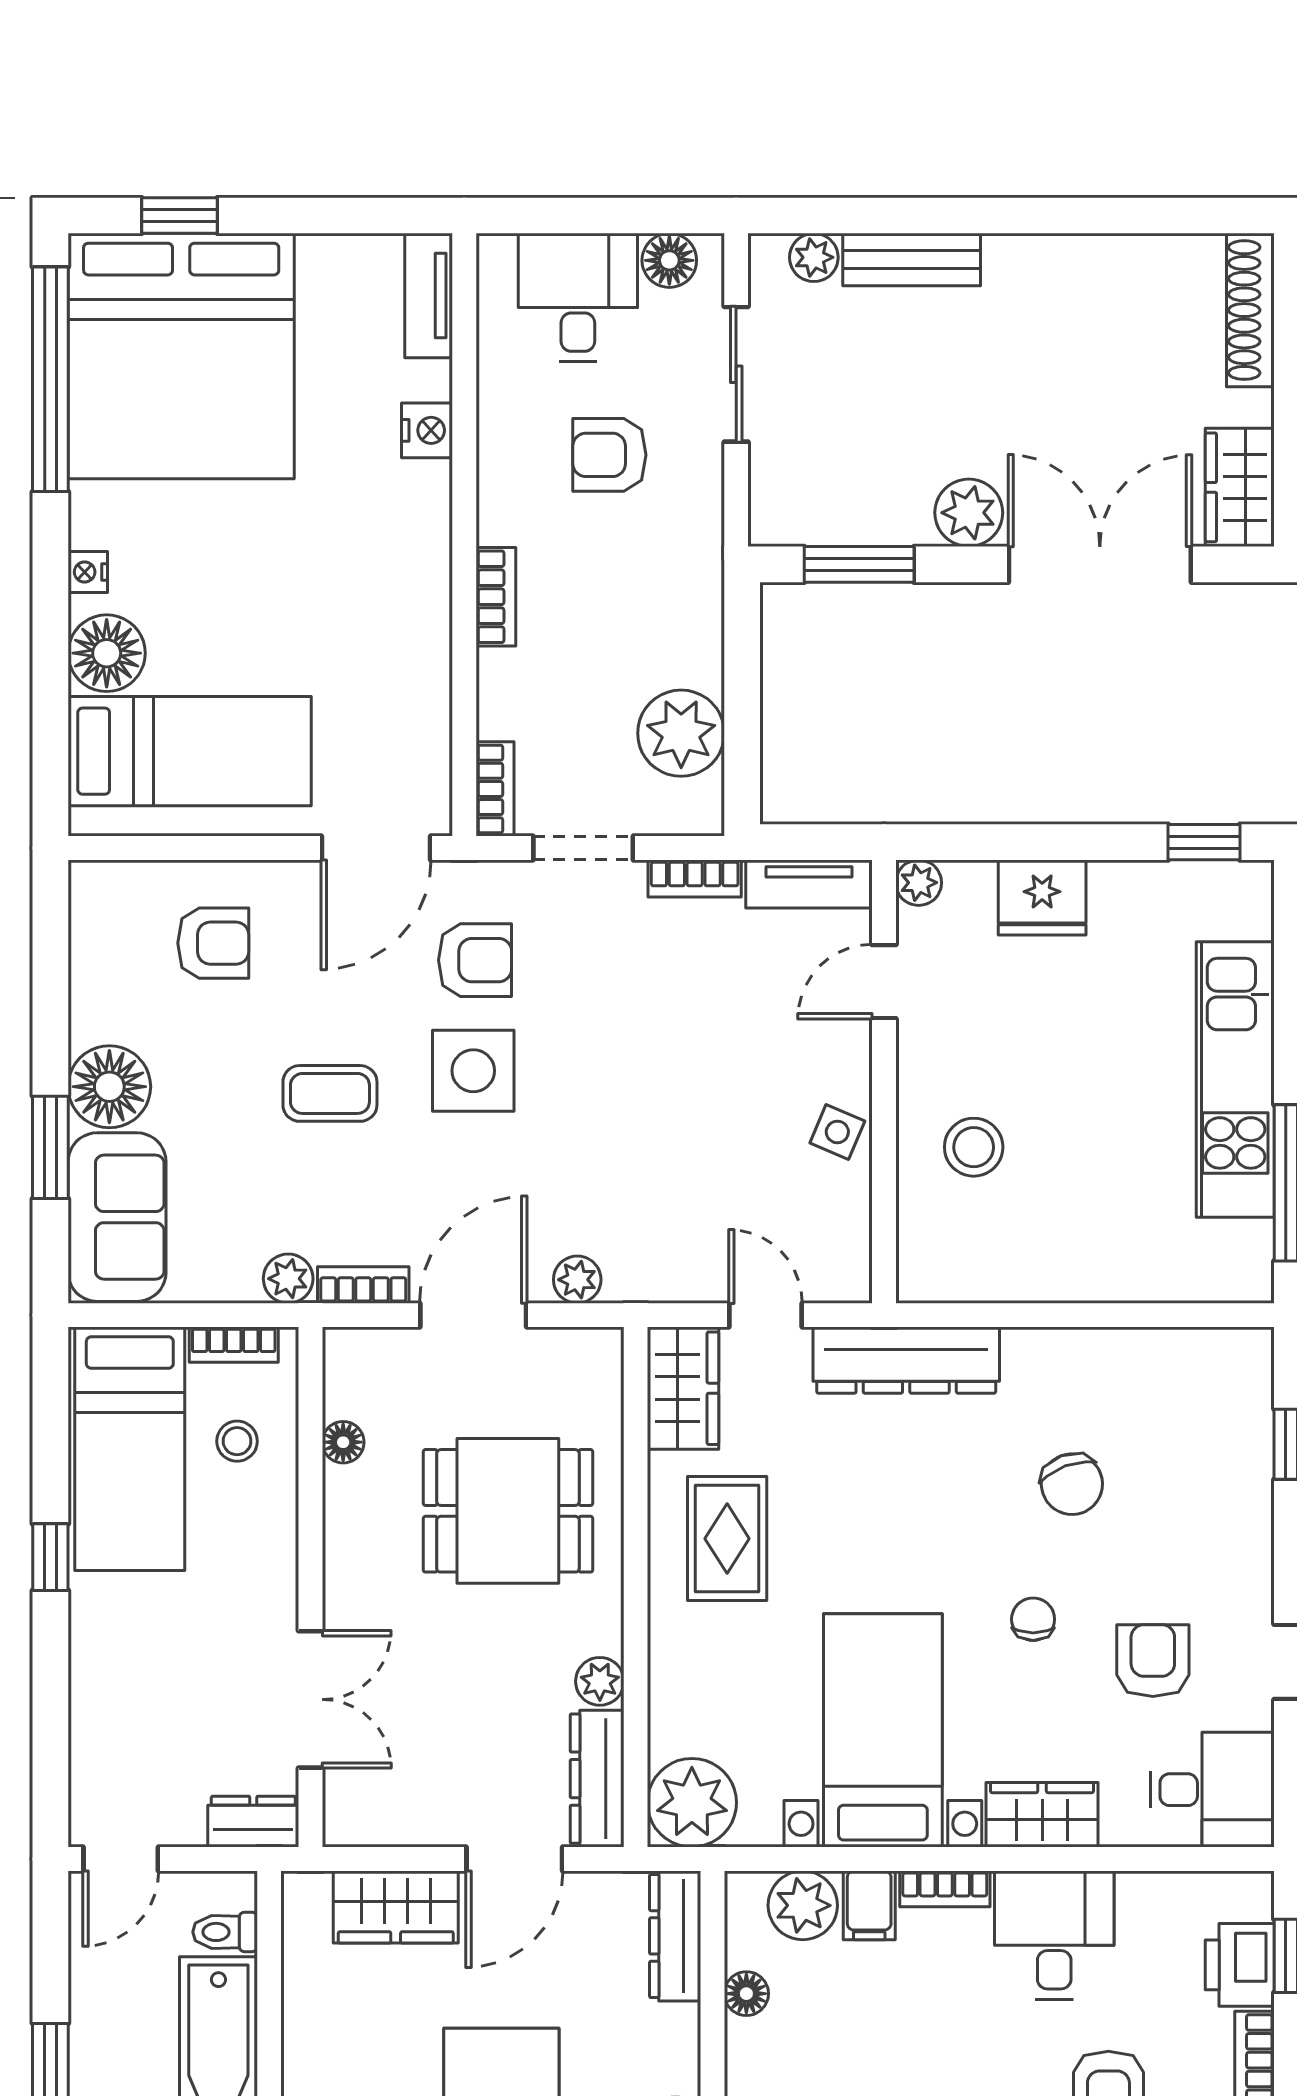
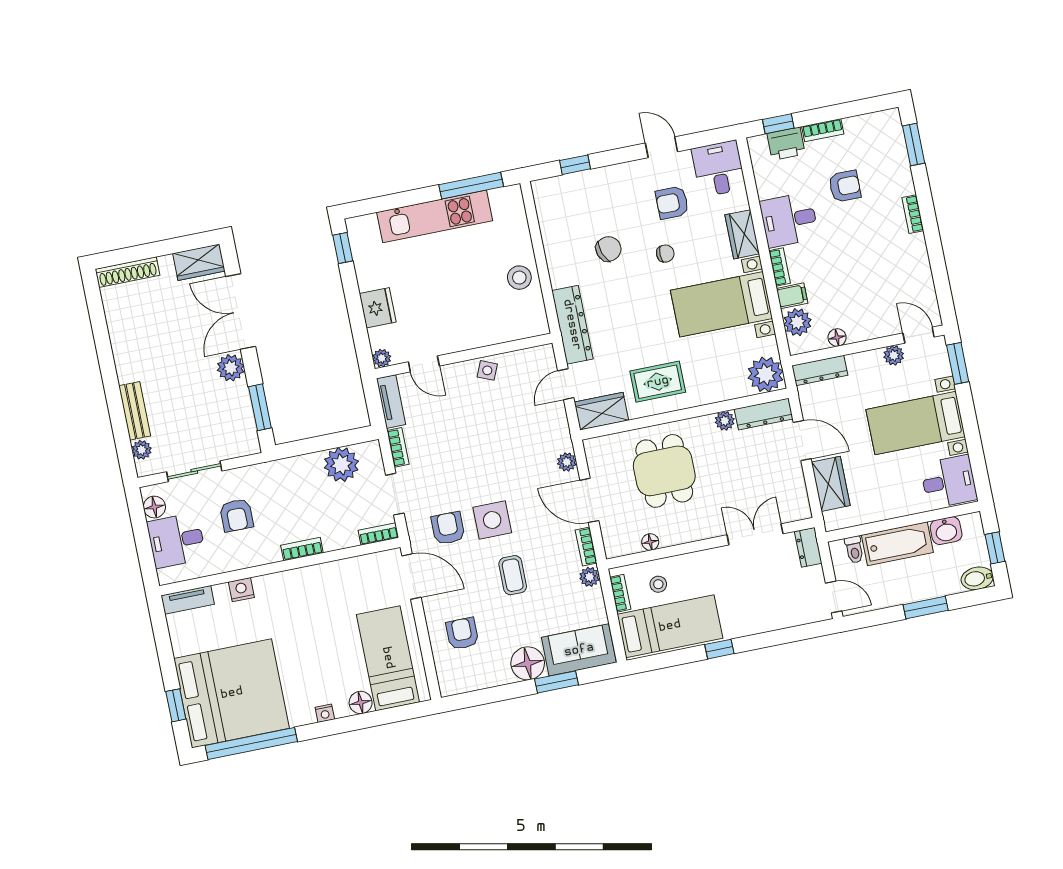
floor lamp: (107, 653) -> (361, 702), width x0.73, depth x0.73
stool: (974, 1147) -> (519, 278), moved
chair: (1033, 1619) -> (665, 254), turned 180

